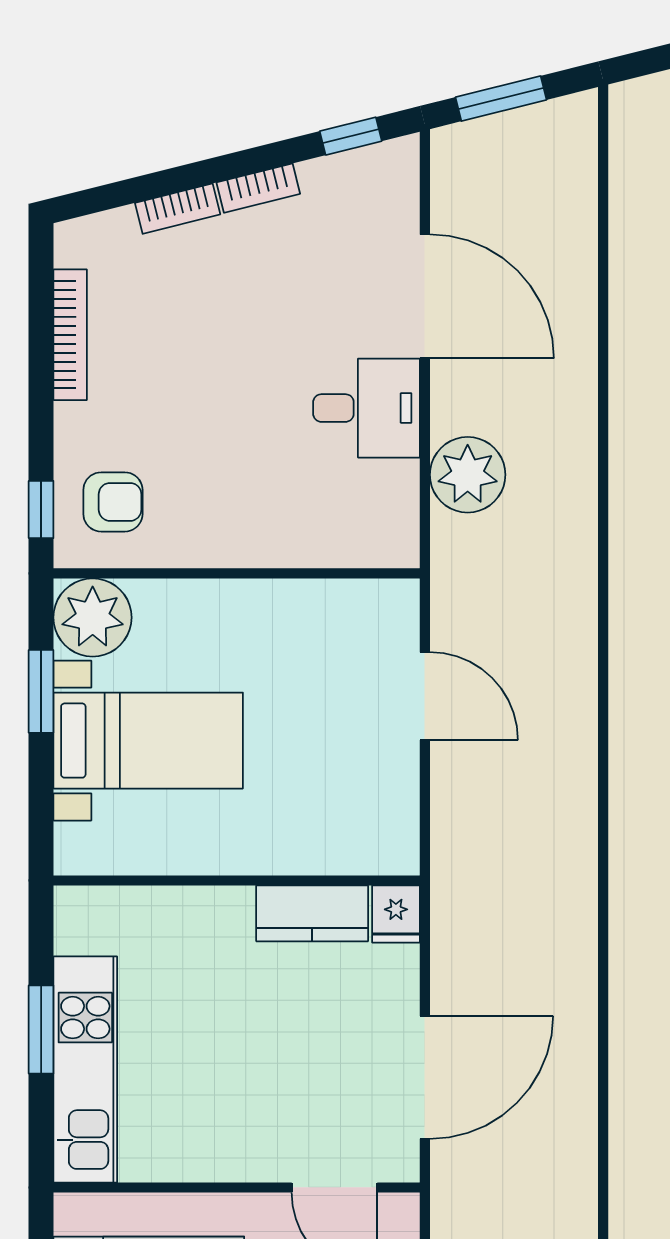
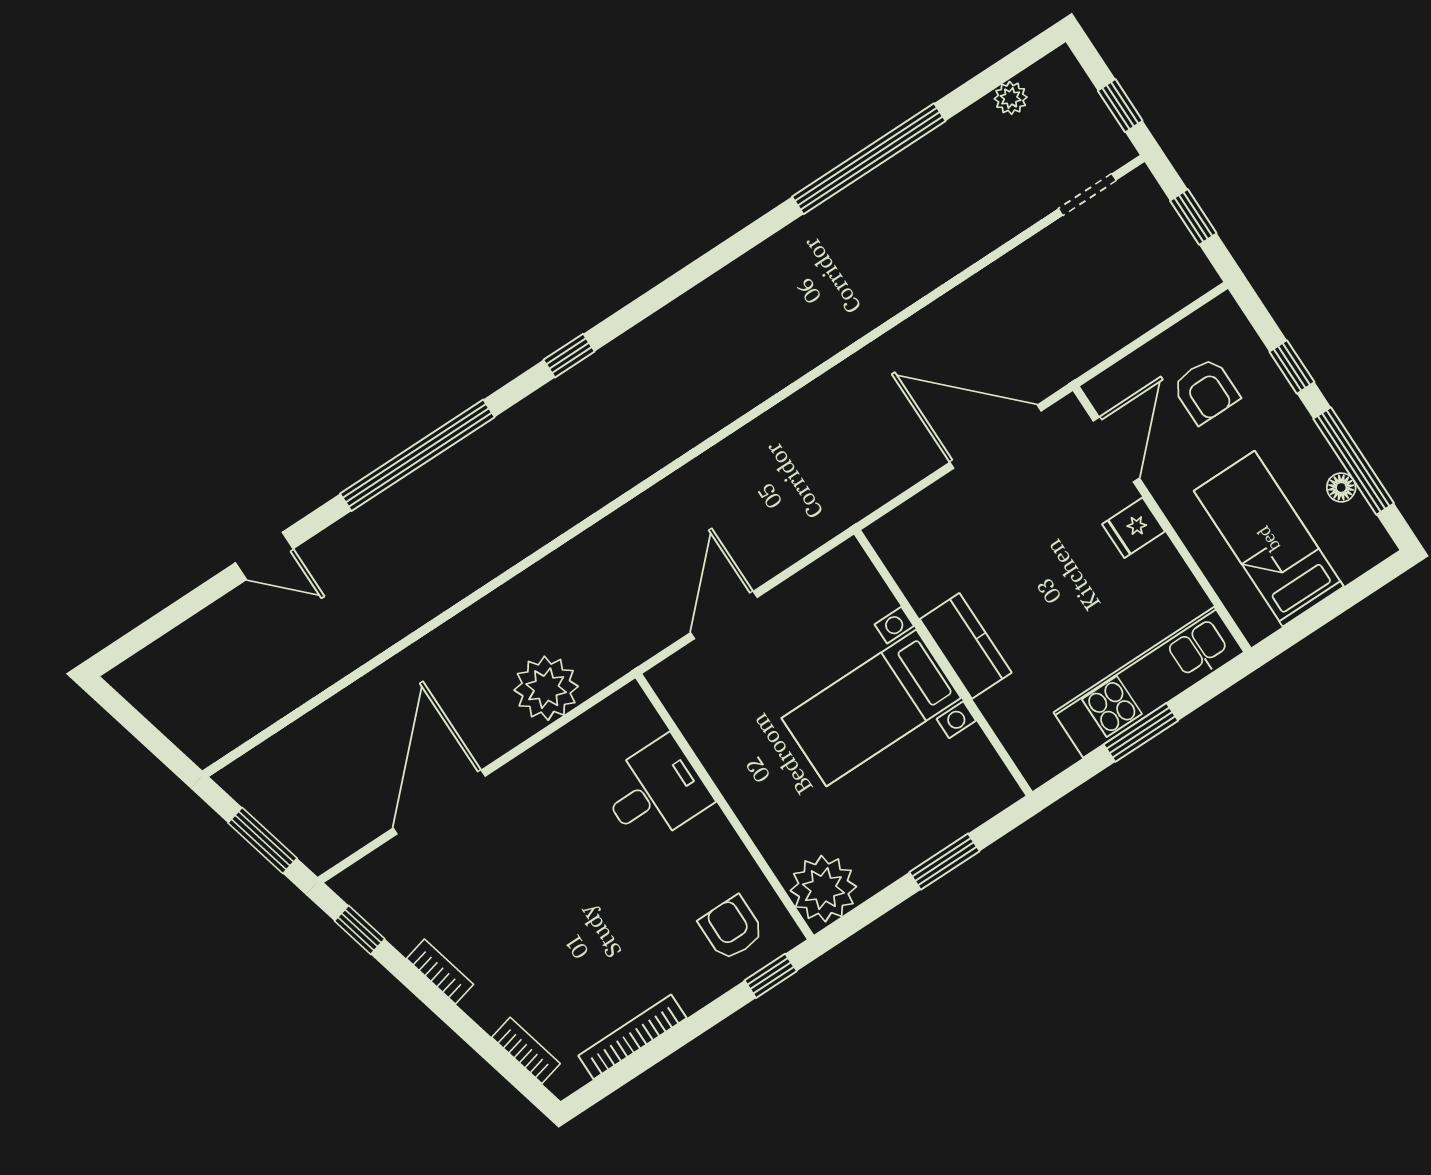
bookcase: (178, 209) -> (526, 1050), moved
desk: (367, 408) -> (655, 791), moved, turned 90
window: (41, 691) -> (944, 862), moved
bed with nightstands: (148, 741) -> (871, 708), moved, turned -90
kitchen counter: (312, 913) -> (966, 646), moved
fridge: (396, 914) -> (1134, 528), moved, turned 180

